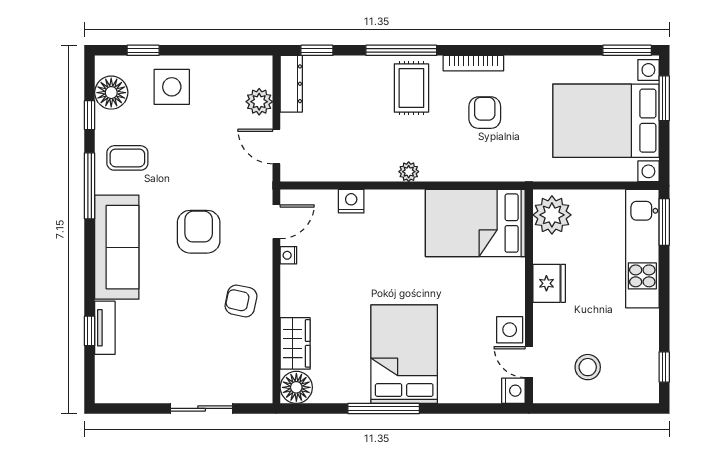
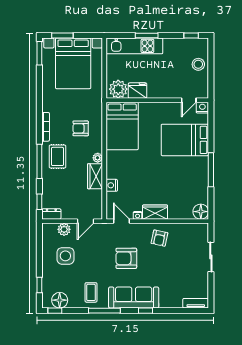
dresser: (291, 84) -> (51, 214), width x0.70
side table: (172, 87) -> (65, 256), moved
rug: (411, 88) -> (57, 156), turned 90
armchair: (485, 113) -> (81, 128), moved
window: (90, 115) -> (55, 311), moved
wardrobe: (370, 166) -> (95, 176), added
window: (664, 222) -> (147, 35), moved
fridge: (549, 283) -> (138, 91), moved
tv unit: (105, 328) -> (196, 303), moved
side table: (510, 330) -> (173, 109), removed
window: (90, 331) -> (145, 311), moved
wardrobe: (295, 343) -> (155, 212), moved
bed: (404, 354) -> (185, 140), moved
stool: (588, 367) -> (198, 64), moved

